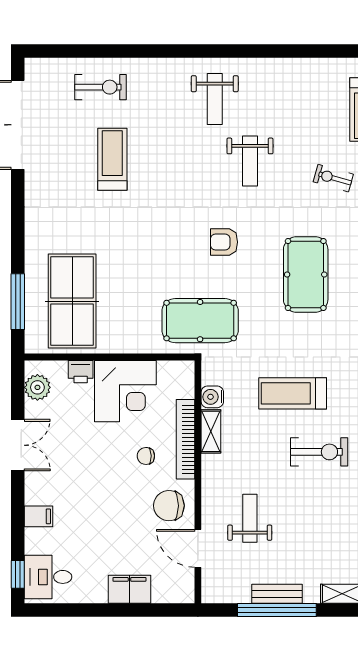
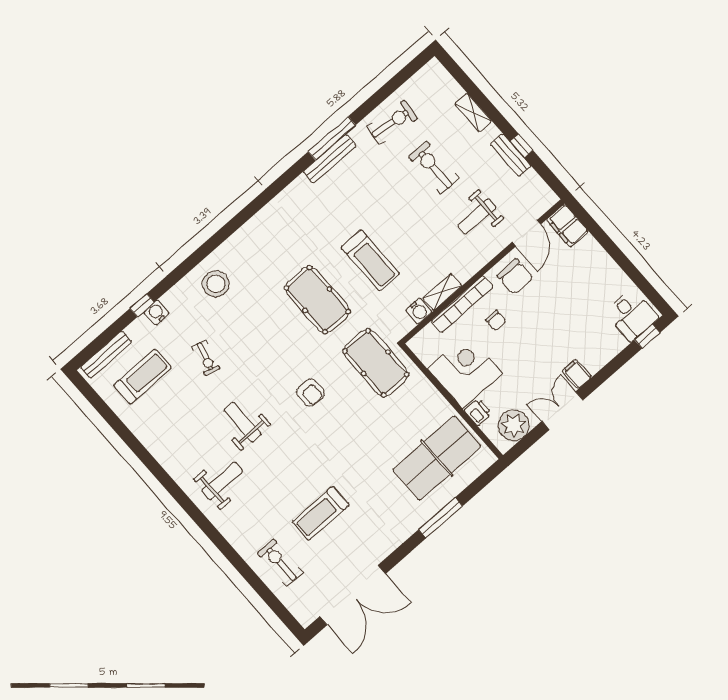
weight bench: (250, 161) -> (242, 422), turned -90
pool table: (306, 274) -> (317, 300), moved, turned 90
window: (18, 302) -> (441, 518), moved
plant: (37, 387) -> (514, 425), width x1.36, depth x1.36
exercise bike: (319, 452) -> (434, 168), moved
filing cabinet: (39, 516) -> (577, 374), moved
filing cabinet: (129, 589) -> (567, 226), moved
window: (277, 610) -> (521, 146), width x0.32

